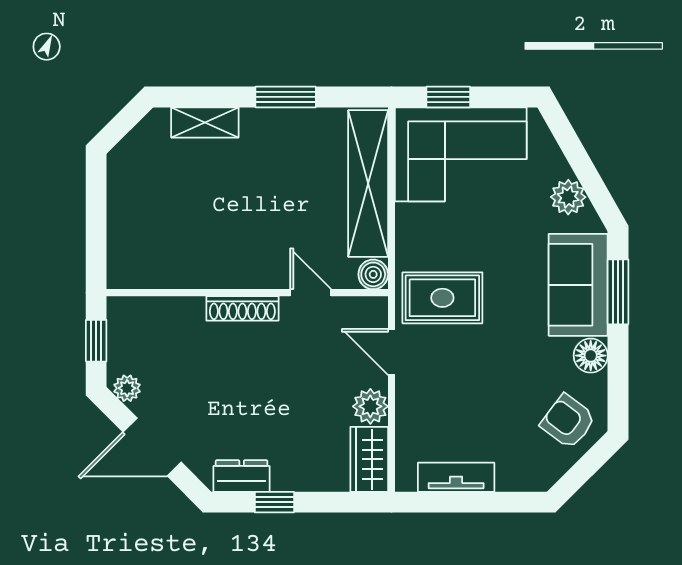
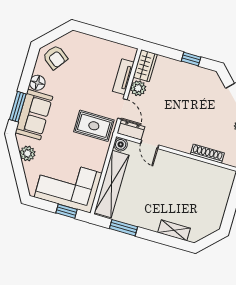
window: (286, 97) -> (123, 228), moved
shoe rack: (242, 308) -> (207, 154), moved
dresser: (242, 476) -> (131, 130), moved, turned 180
tv unit: (456, 477) -> (123, 77), moved, turned 90

